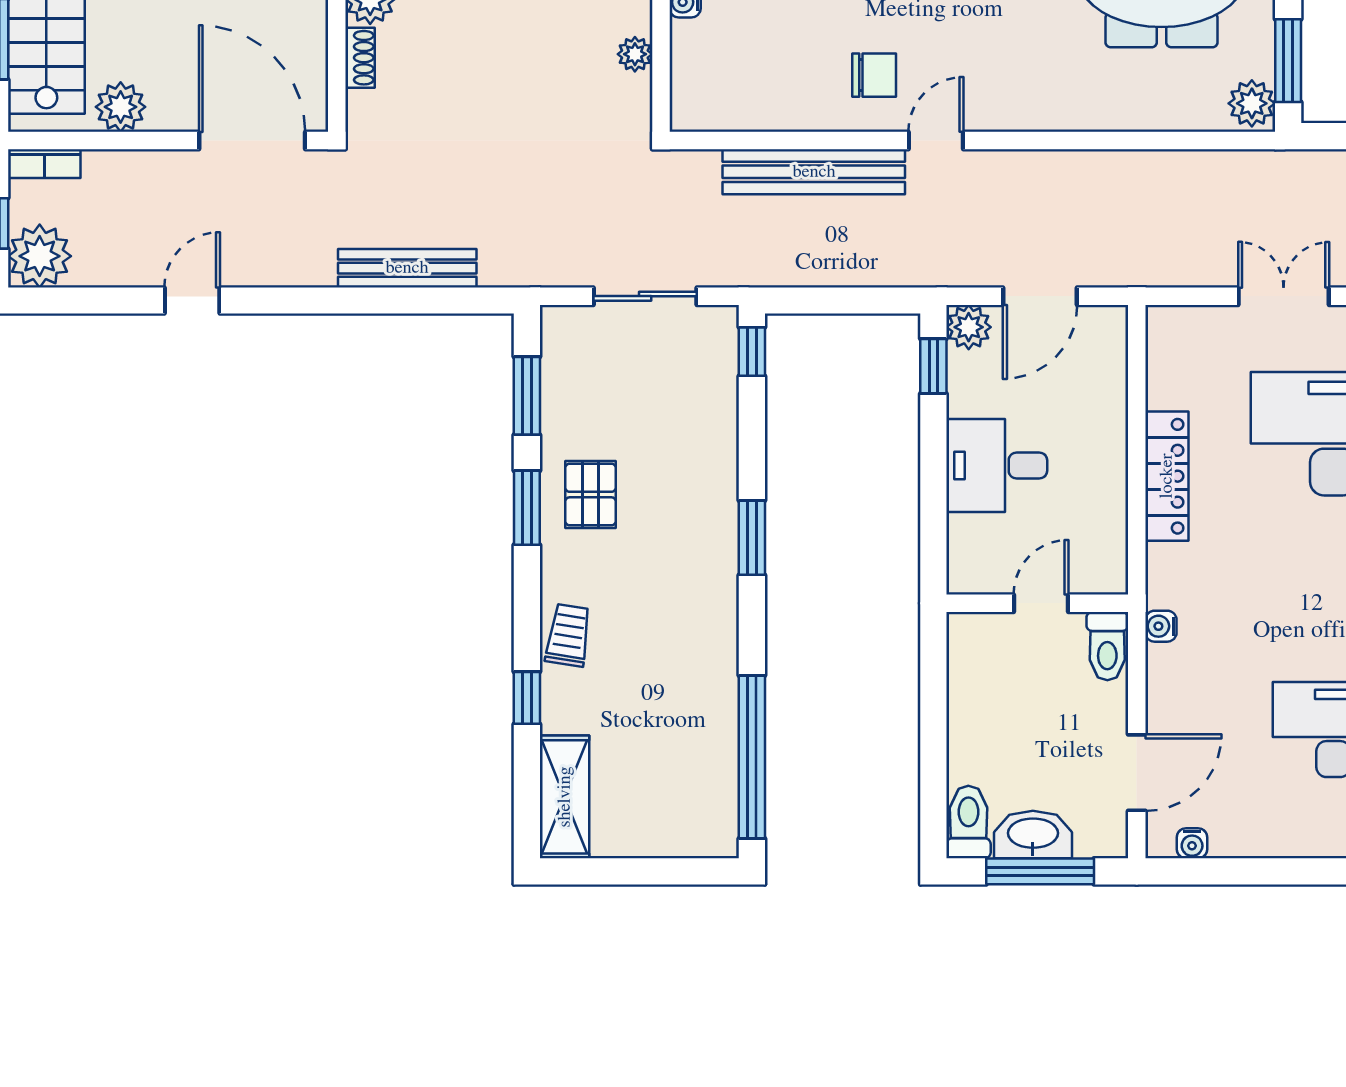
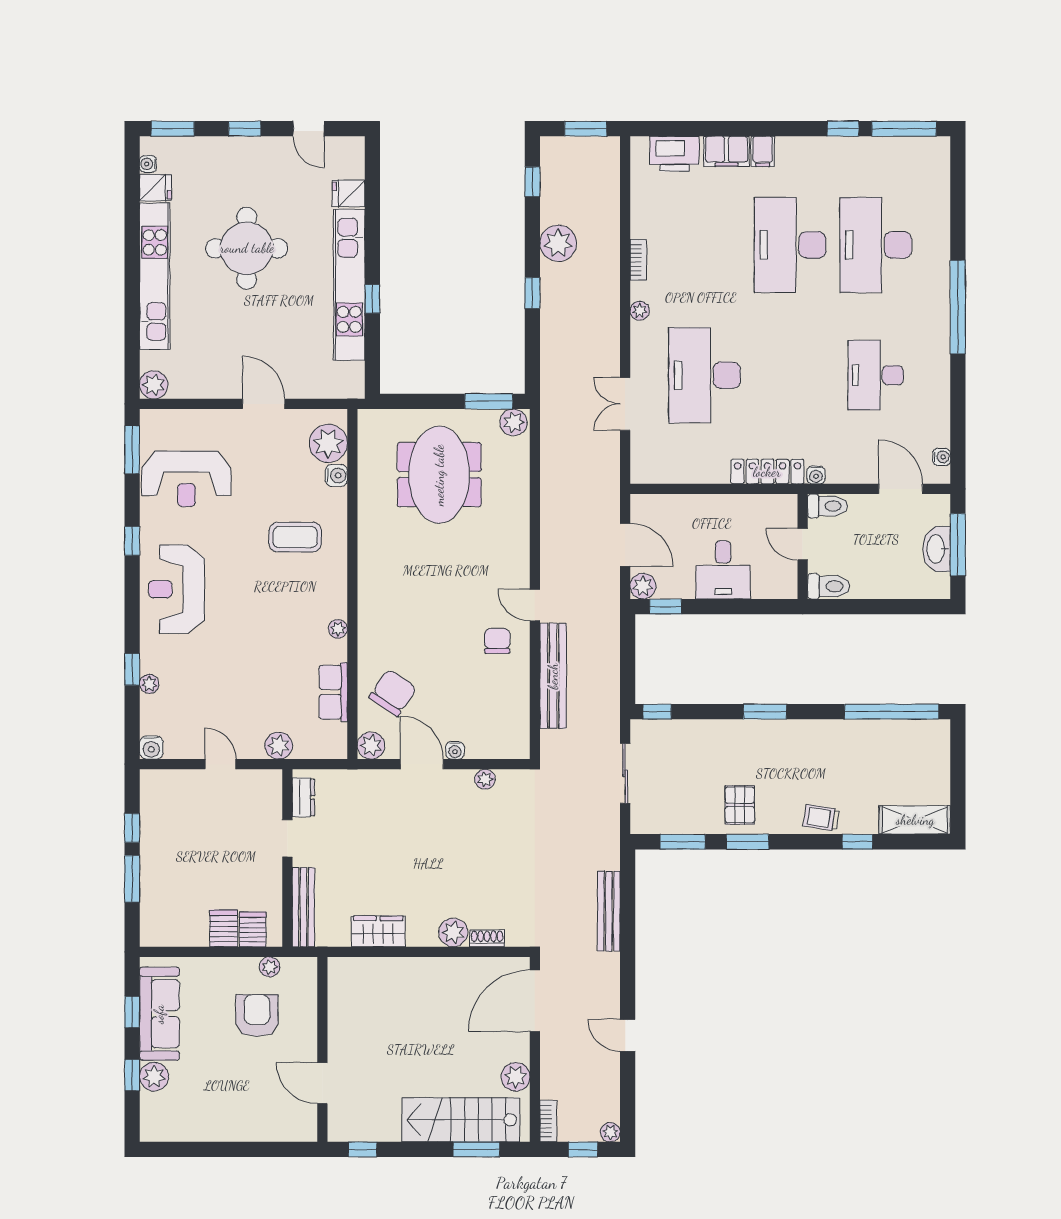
plant: (40, 256) -> (610, 1132), width x0.53, depth x0.53
locker: (1167, 476) -> (767, 472), moved
pallet: (591, 495) -> (740, 805), turned 90
toilet: (968, 822) -> (829, 586), moved, turned 180

